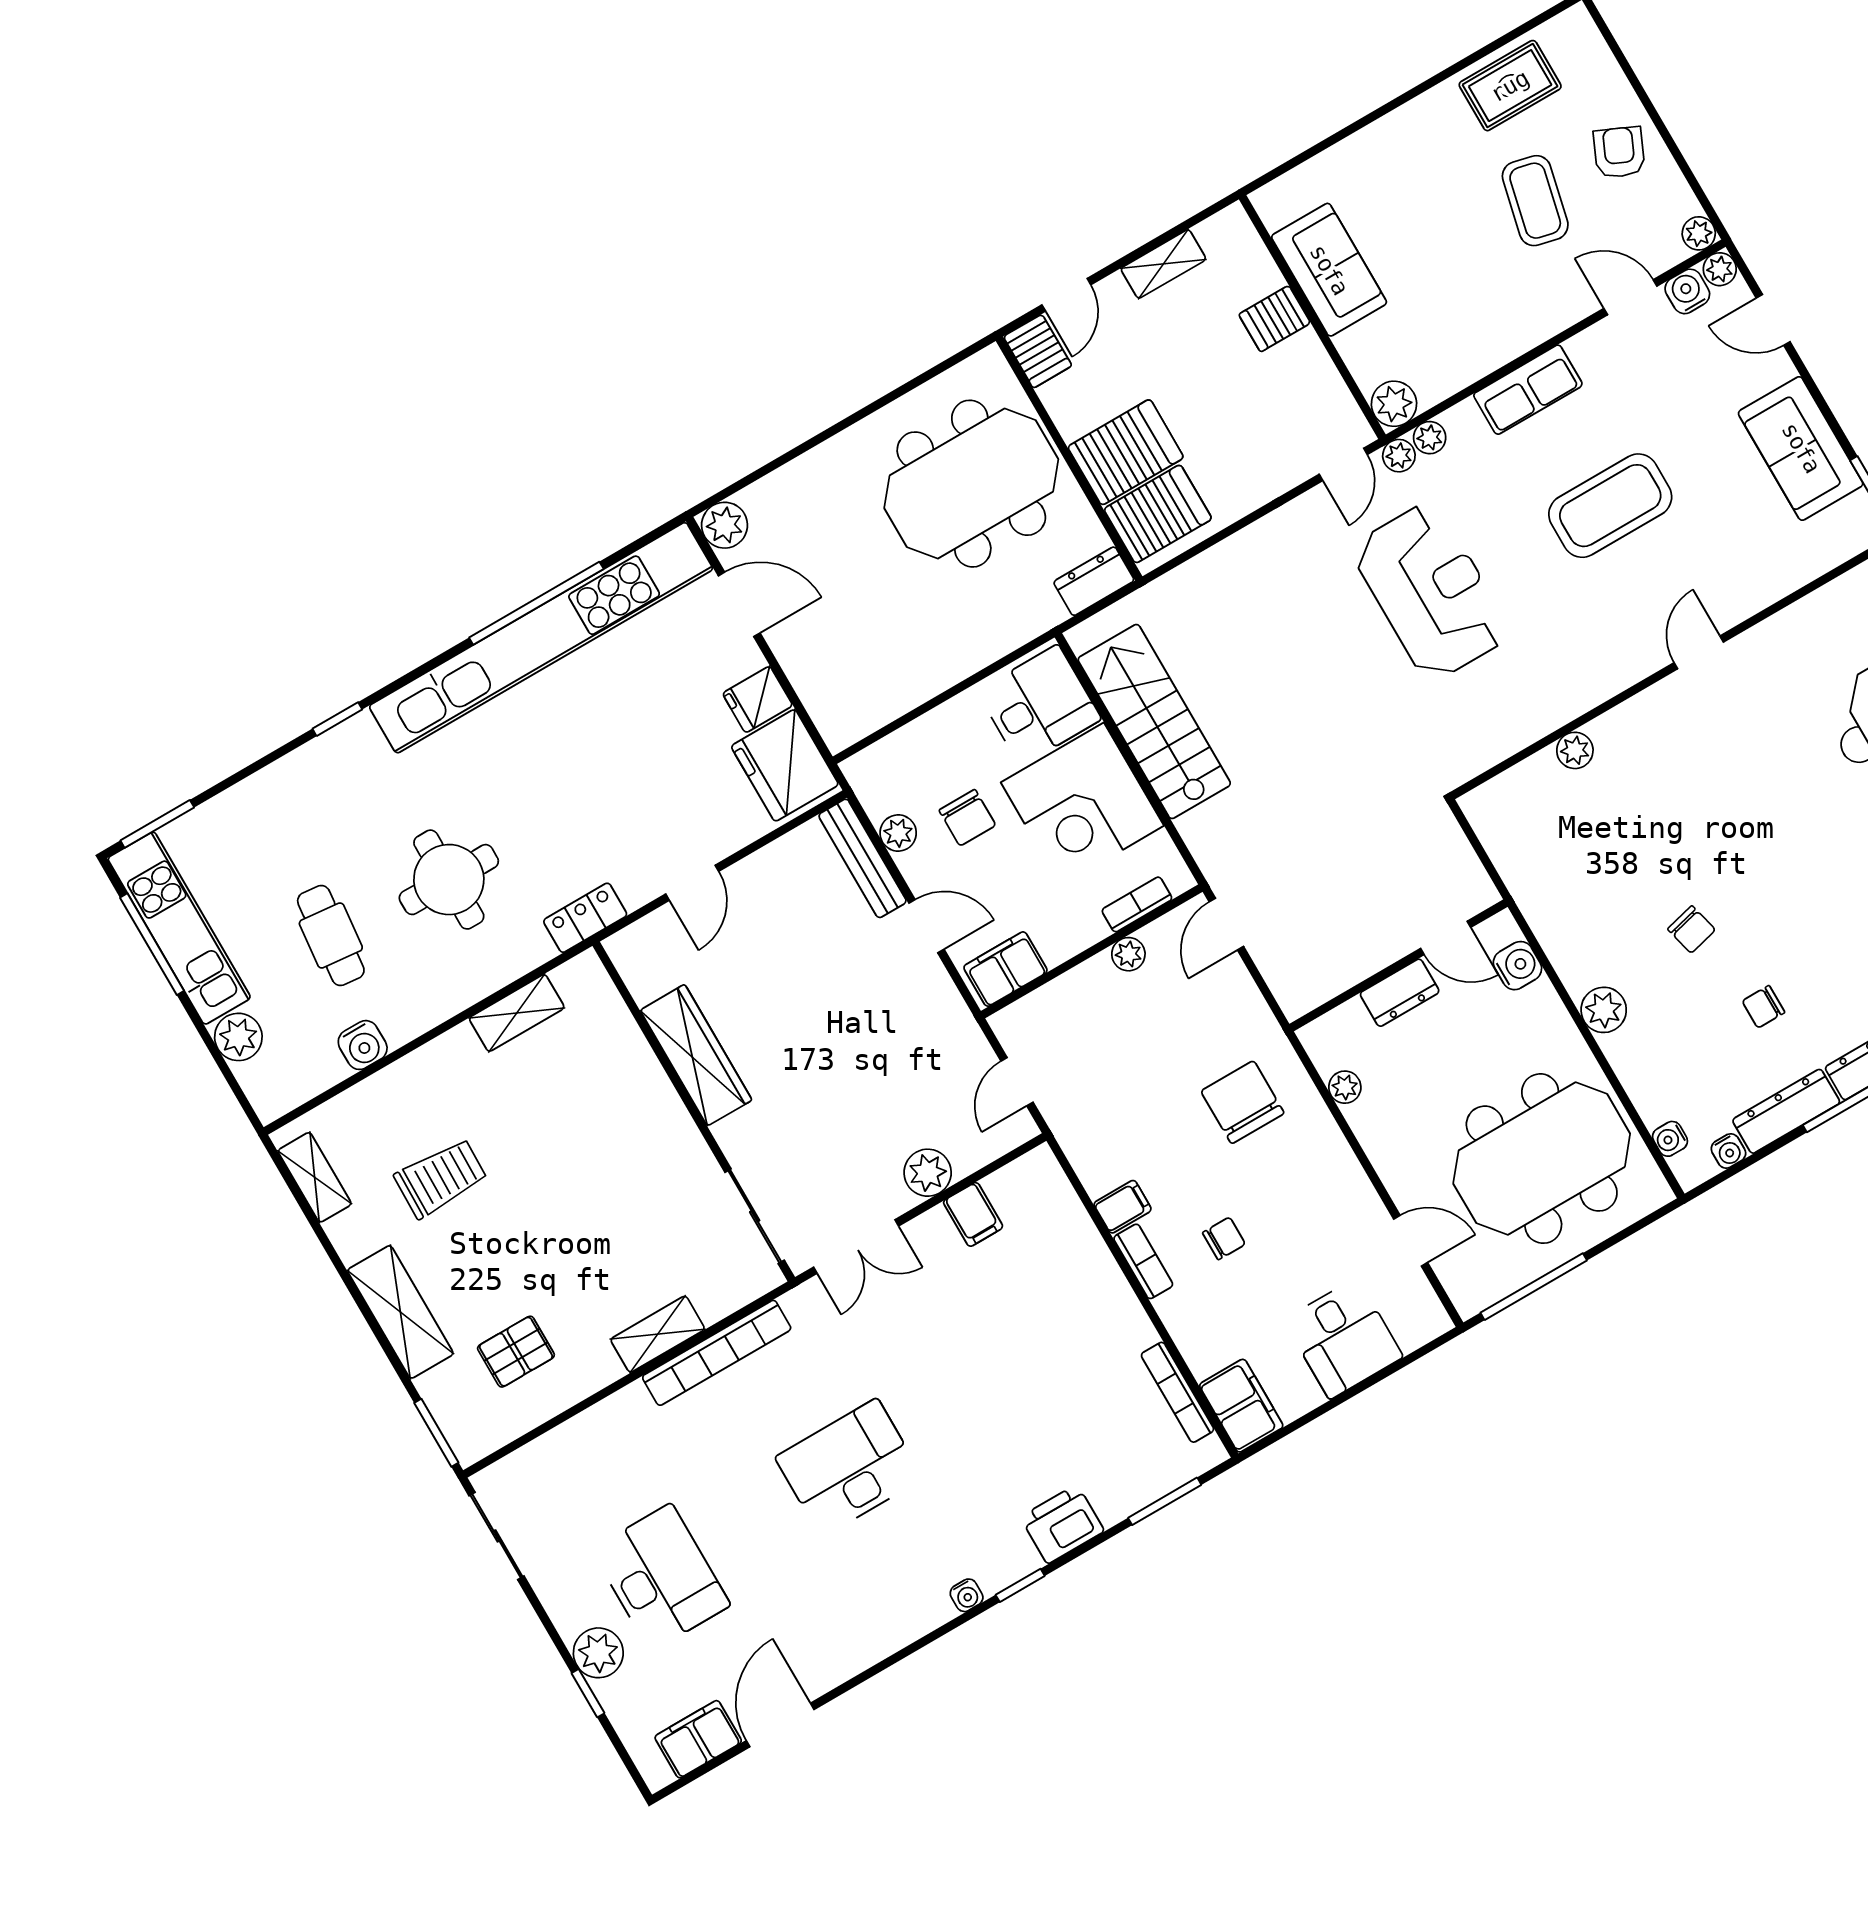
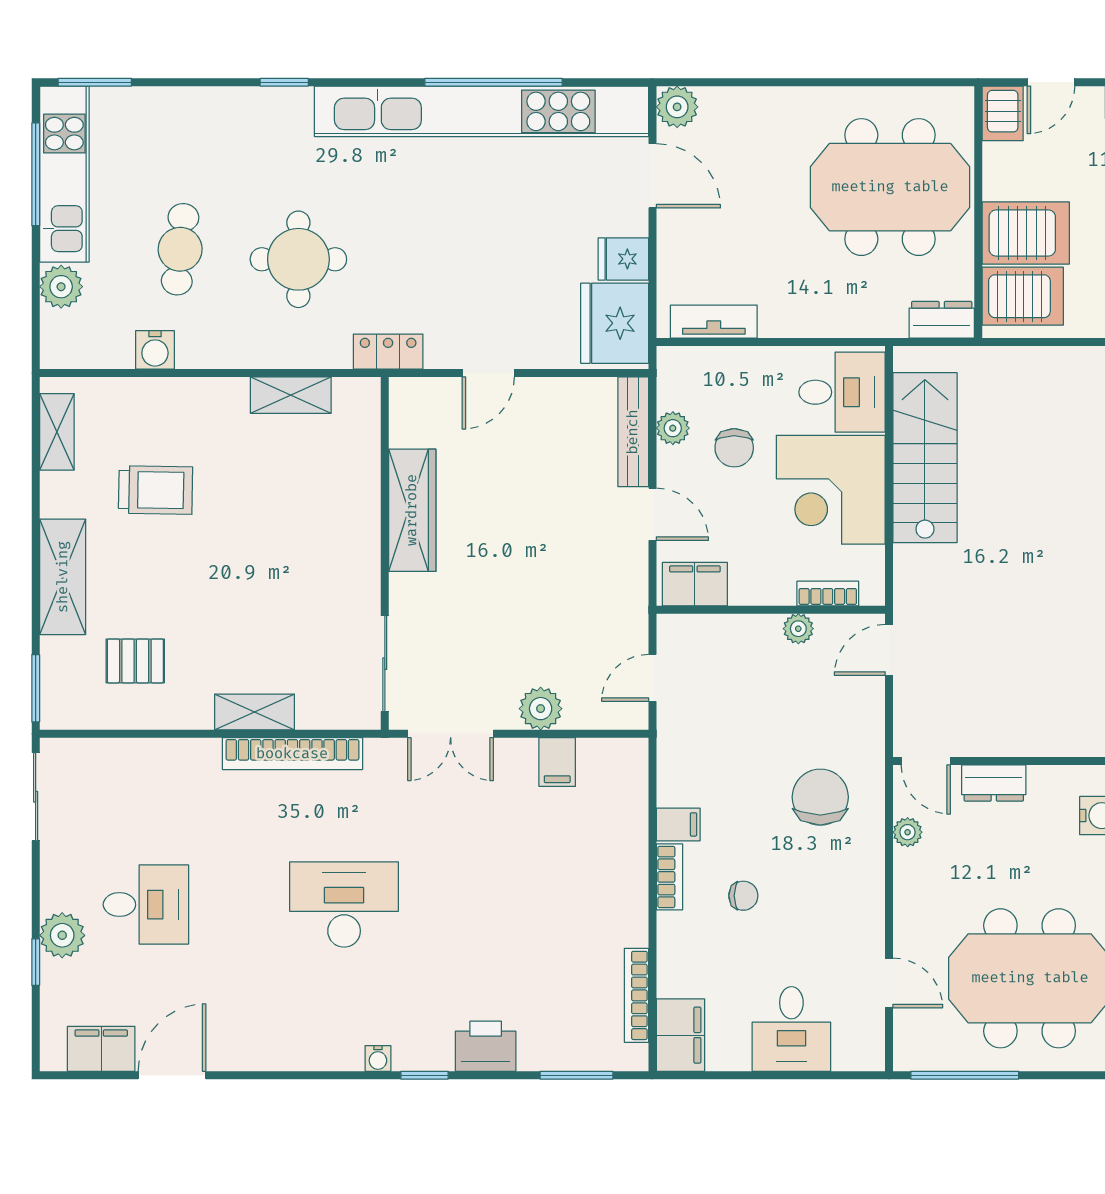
tv unit: (878, 709) -> (714, 322), added
door: (1446, 938) -> (926, 761), moved
desk: (661, 1577) -> (146, 905), width x0.73

